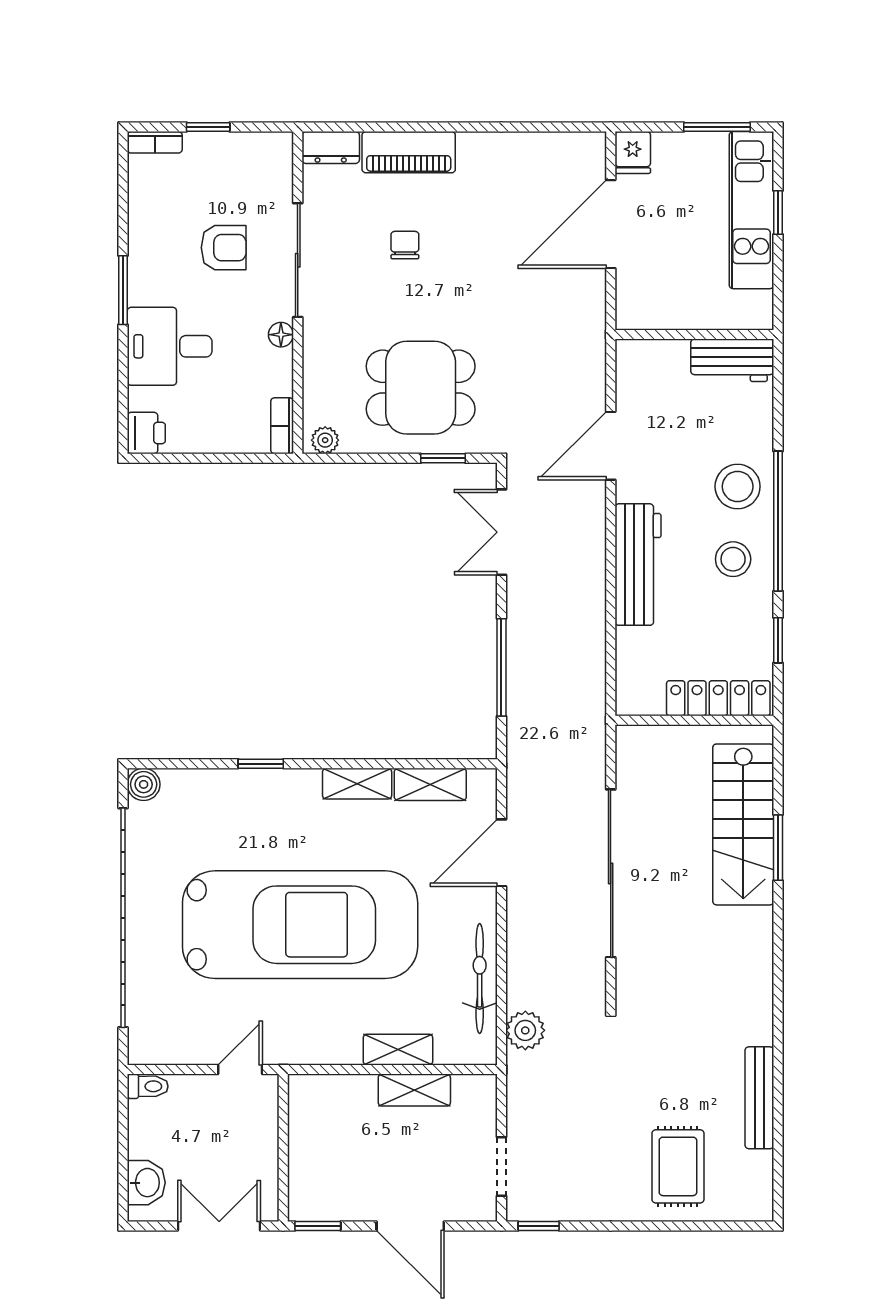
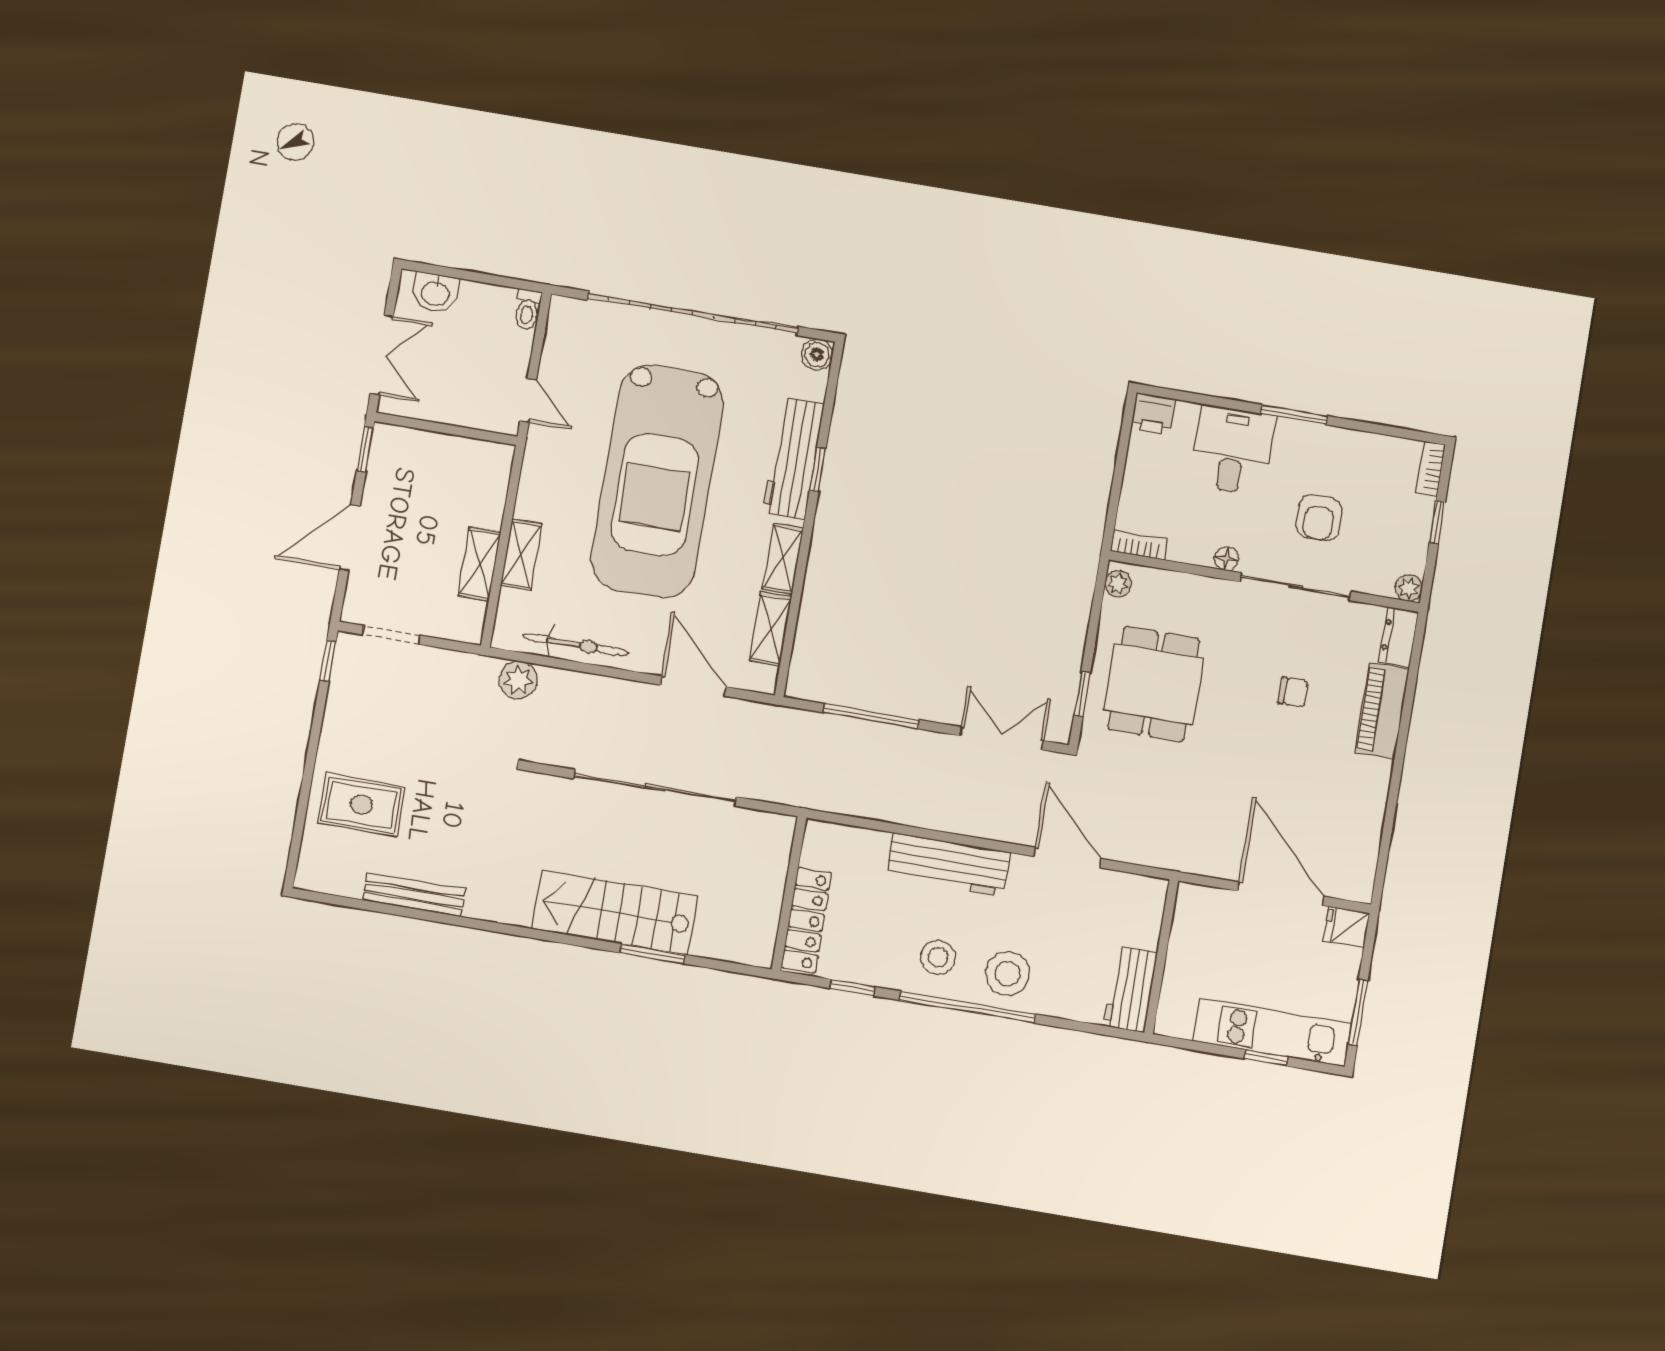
plant: (280, 145) -> (1409, 588), added
workbench: (253, 791) -> (793, 458), added
stairs: (743, 824) -> (615, 913), moved

